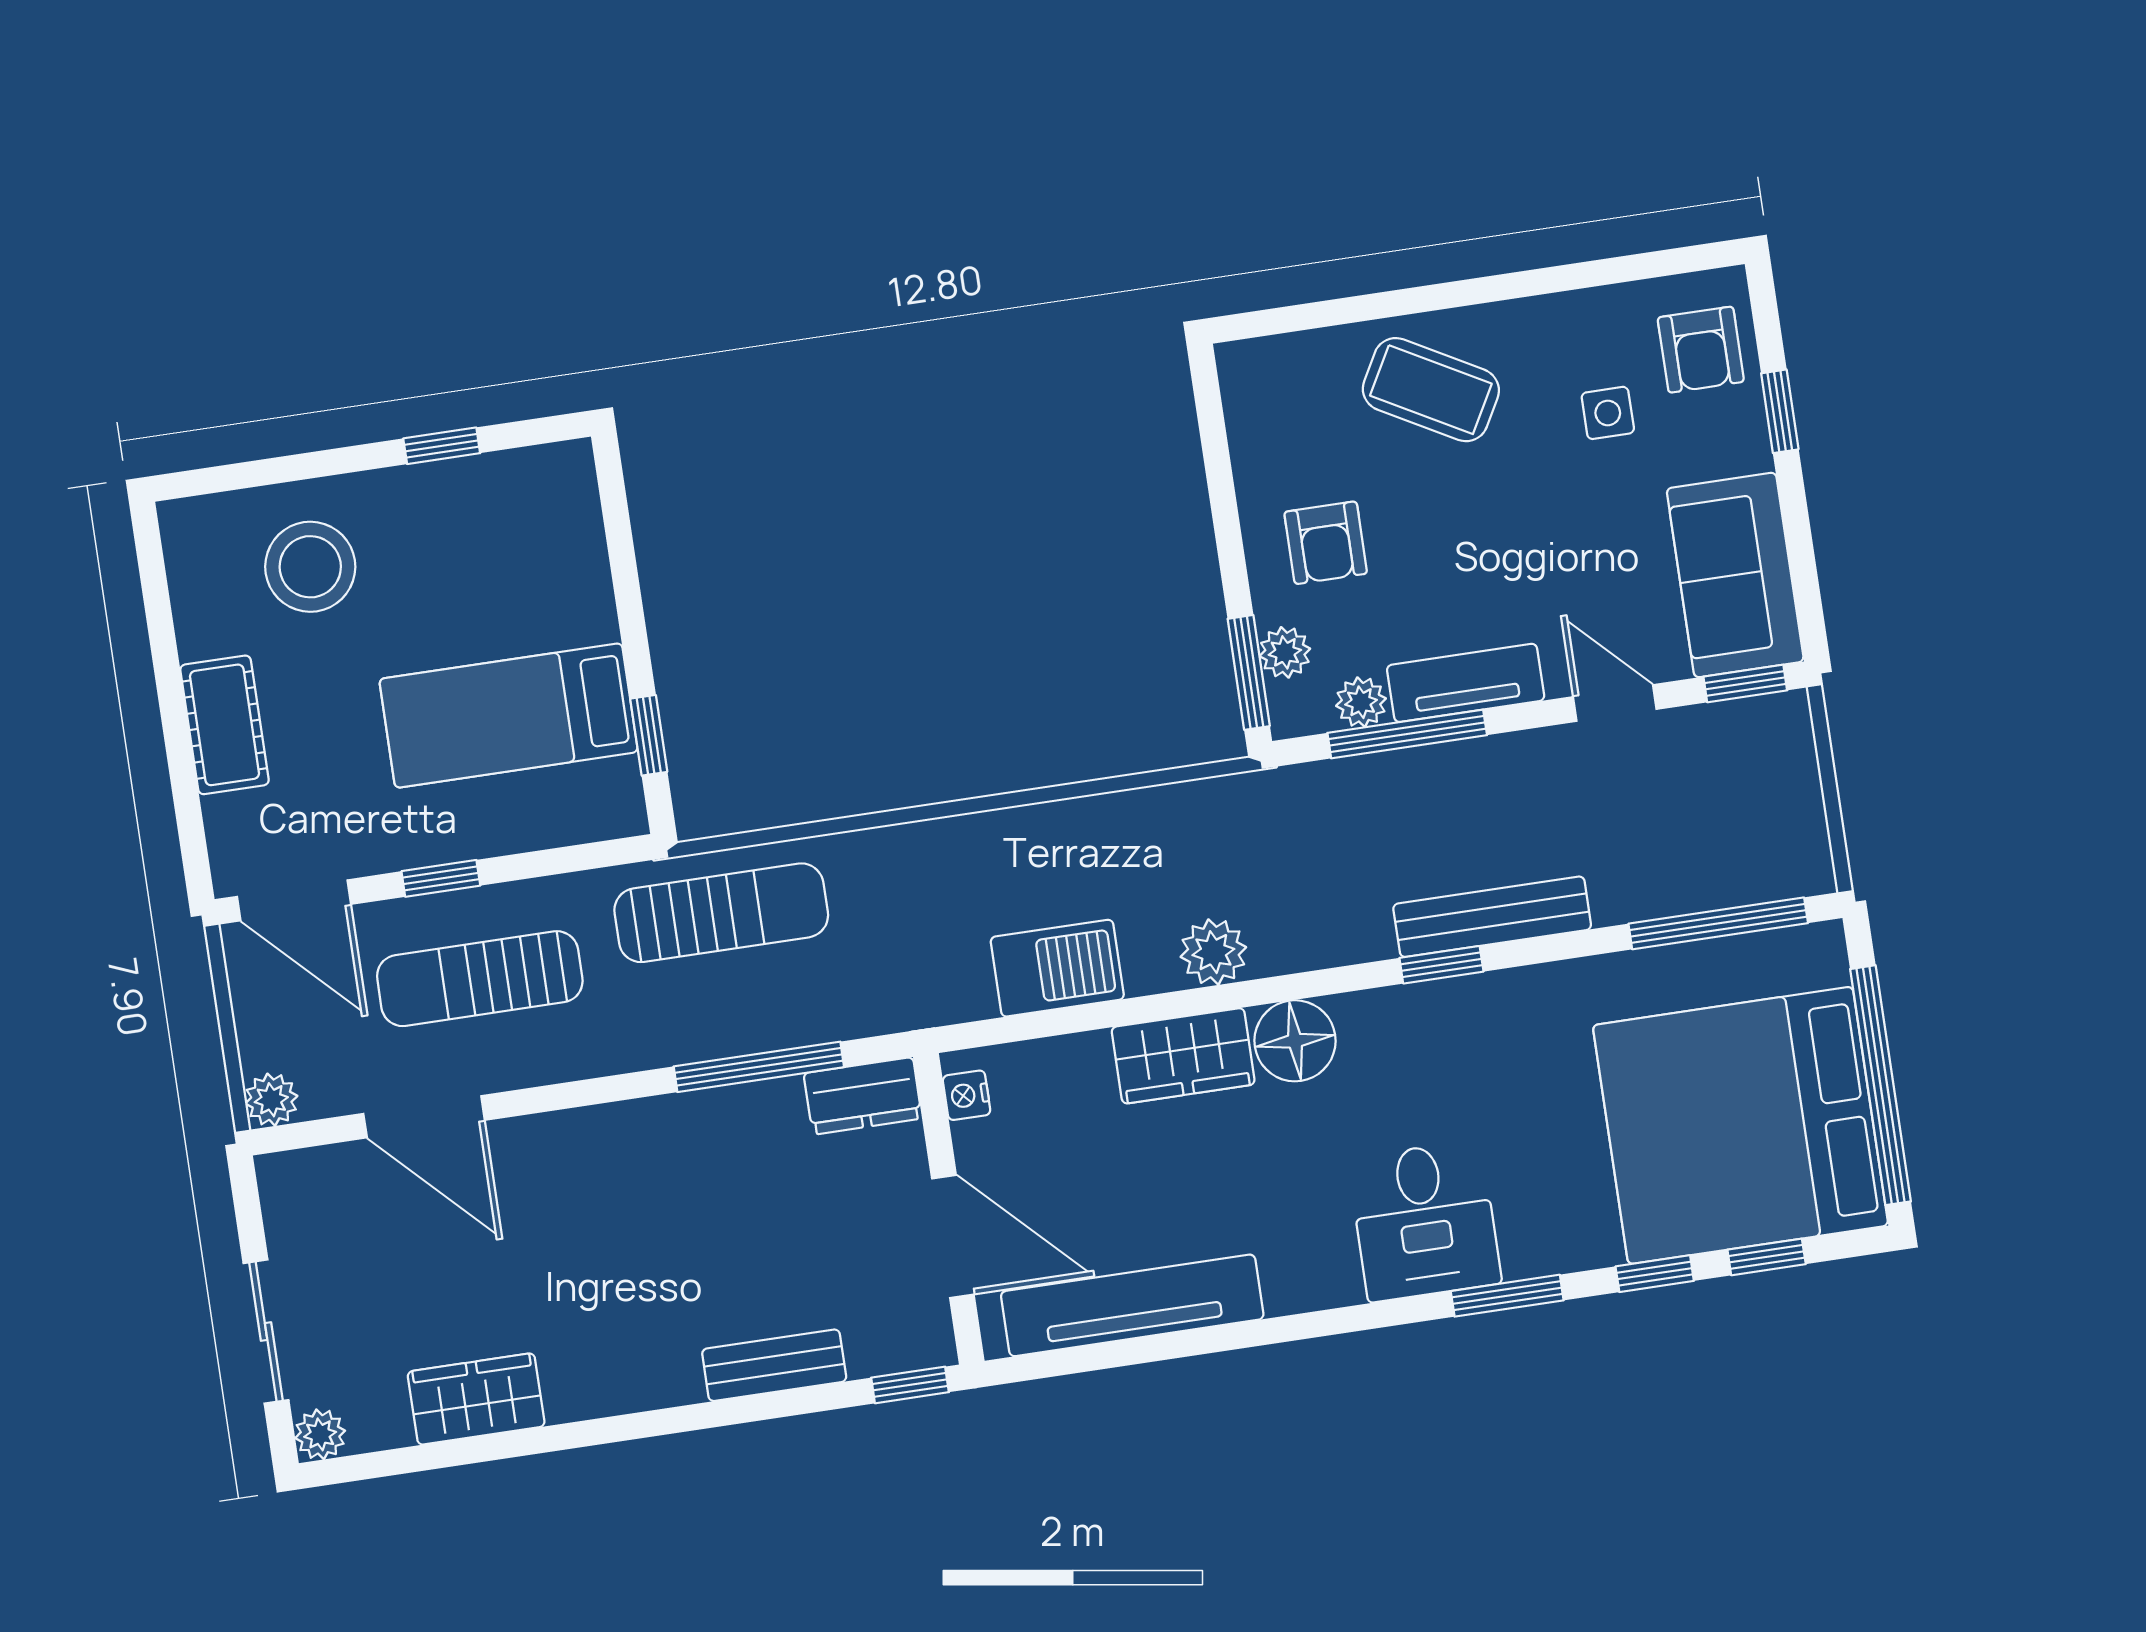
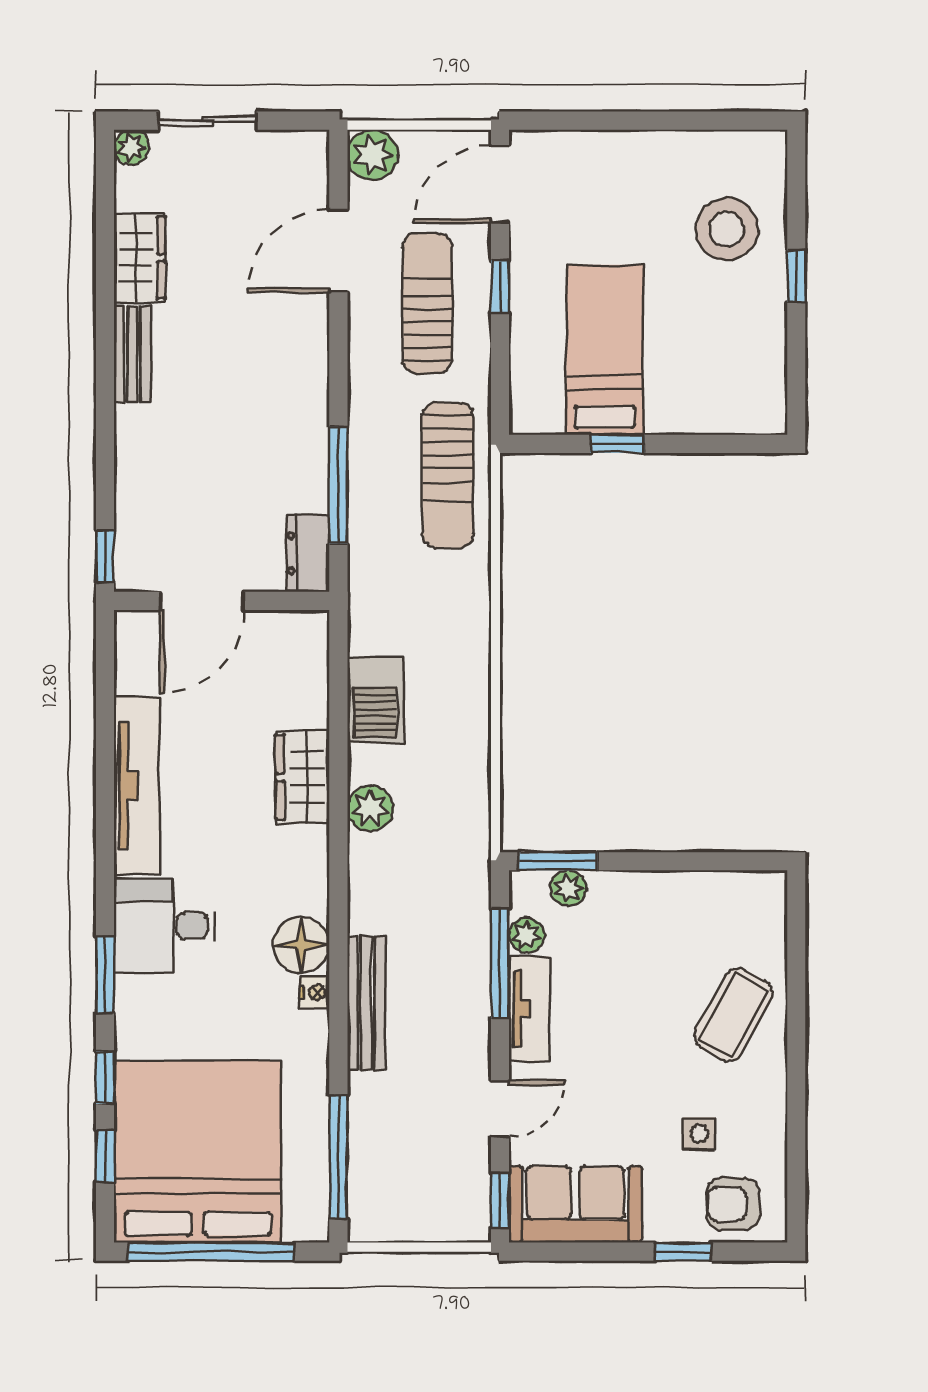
window: (442, 446) -> (796, 276), moved
armchair: (1326, 543) -> (639, 927), removed
cot: (225, 725) -> (627, 154), removed
window: (649, 735) -> (617, 444), moved
window: (1441, 965) -> (338, 963), removed
floor lamp: (1295, 1041) -> (301, 945), moved
nightstand: (967, 1095) -> (315, 992), moved, turned 90
plant: (271, 1100) -> (373, 155), width x1.38, depth x1.38
tv unit: (1132, 1305) -> (137, 786), moved
bench: (774, 1365) -> (132, 354), moved

